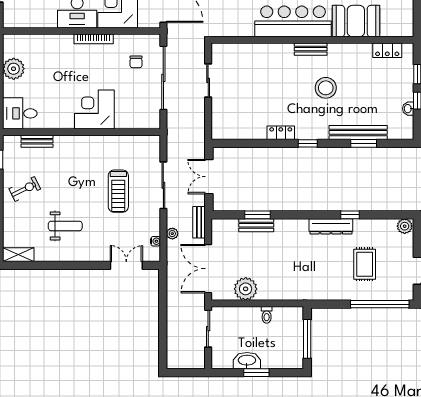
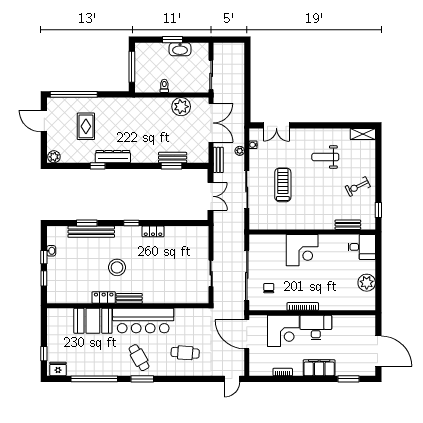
locker: (387, 50) -> (104, 297), moved

